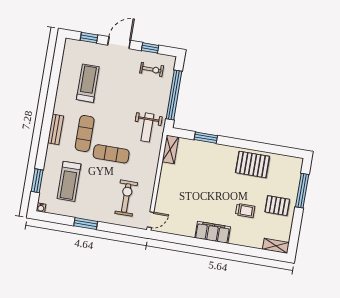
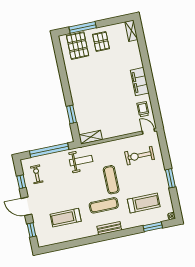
pallet: (252, 164) -> (78, 46), moved
trolley: (245, 211) -> (143, 109), moved

